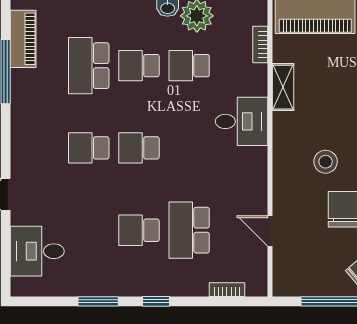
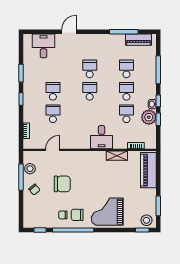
school desk: (89, 66) -> (126, 69), width x0.54
stool: (326, 162) -> (30, 169), moved
school desk: (189, 230) -> (53, 114), width x0.54

